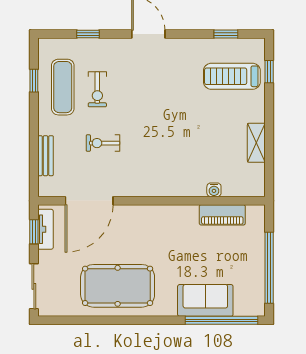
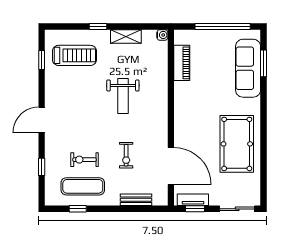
window: (269, 72) -> (98, 26), moved
treadmill: (232, 76) -> (74, 55), turned -90
exercise bike: (97, 89) -> (84, 160), turned 180
weight bench: (179, 139) -> (123, 96), added
water cooler: (214, 190) -> (162, 35), moved
sofa: (205, 300) -> (248, 68), width x1.36
window: (222, 320) -> (263, 63), width x0.47

